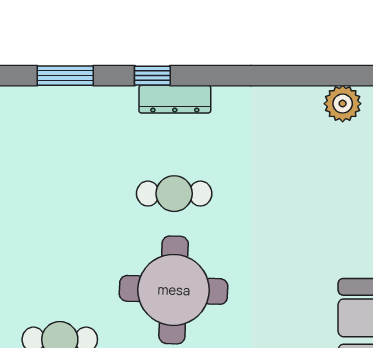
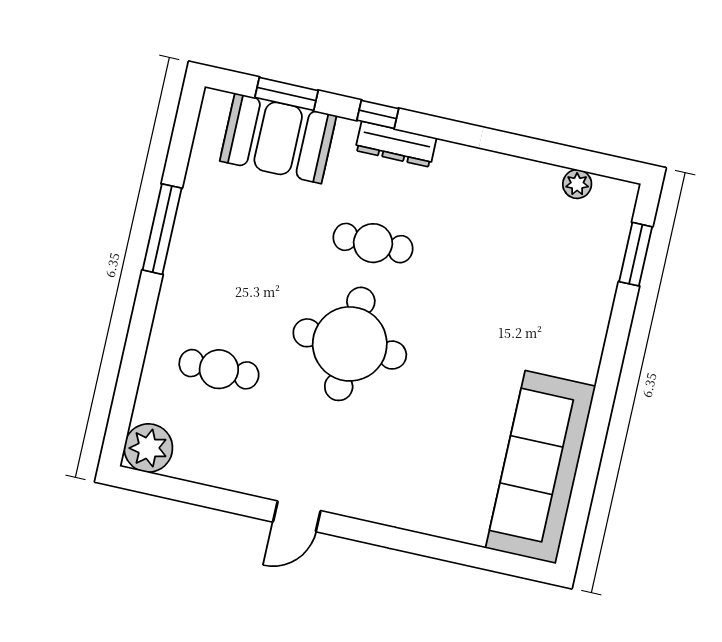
plant: (343, 104) -> (577, 184), width x0.73, depth x0.73
booth: (67, 118) -> (278, 138), added

